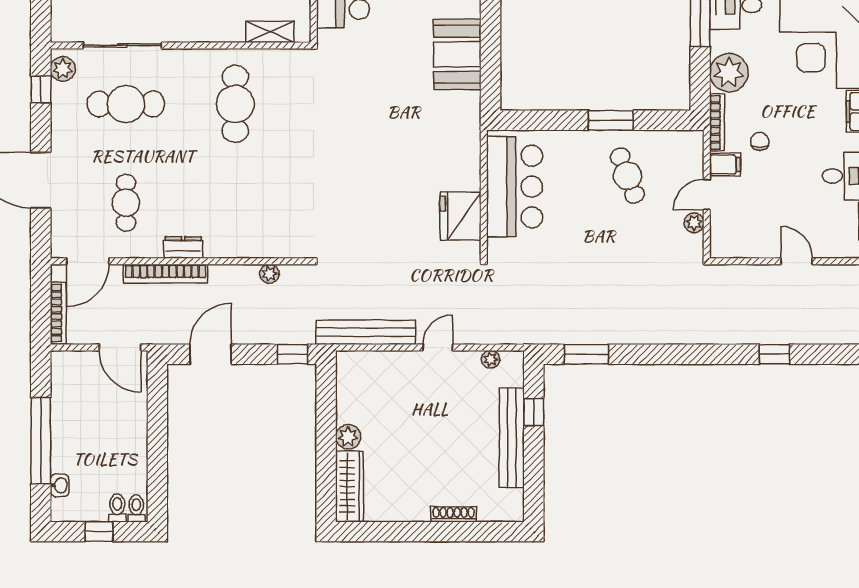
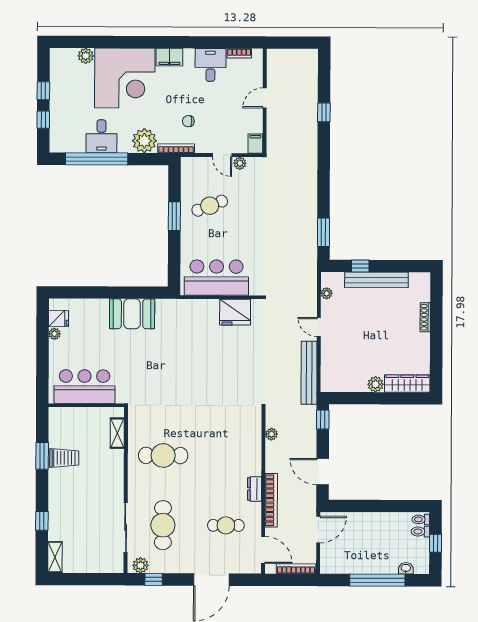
filing cabinet: (725, 165) -> (255, 144), moved

